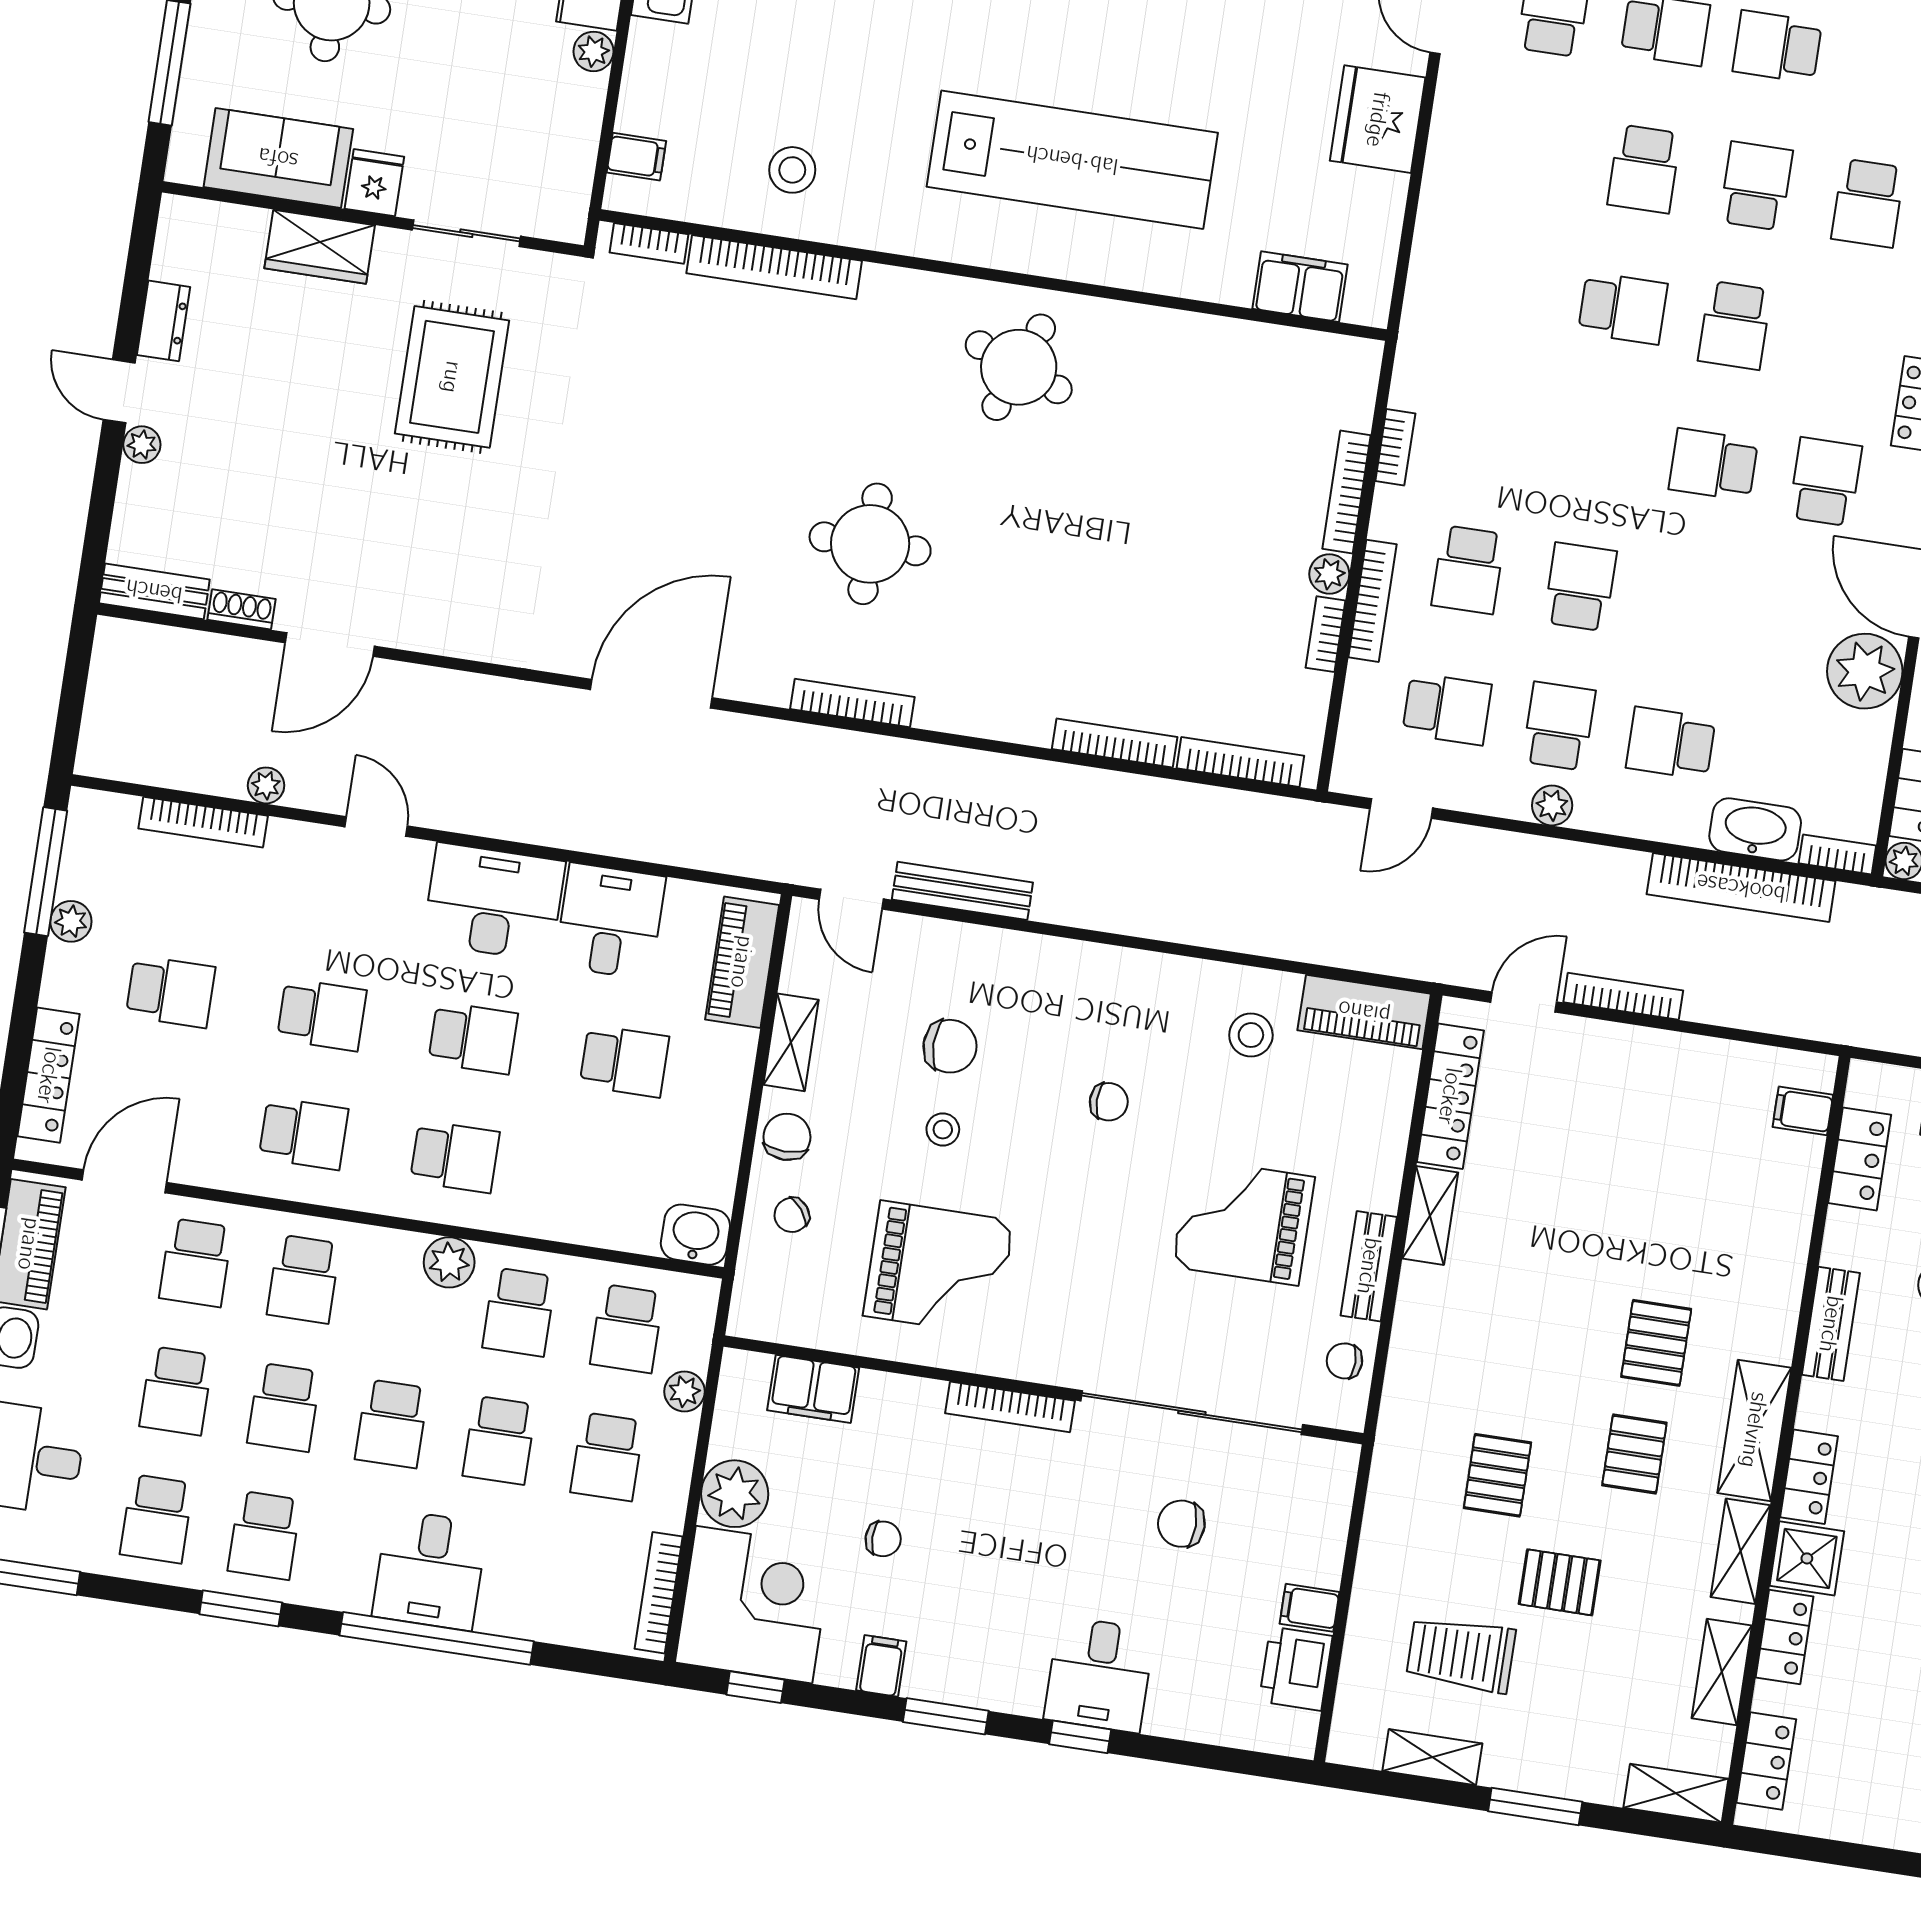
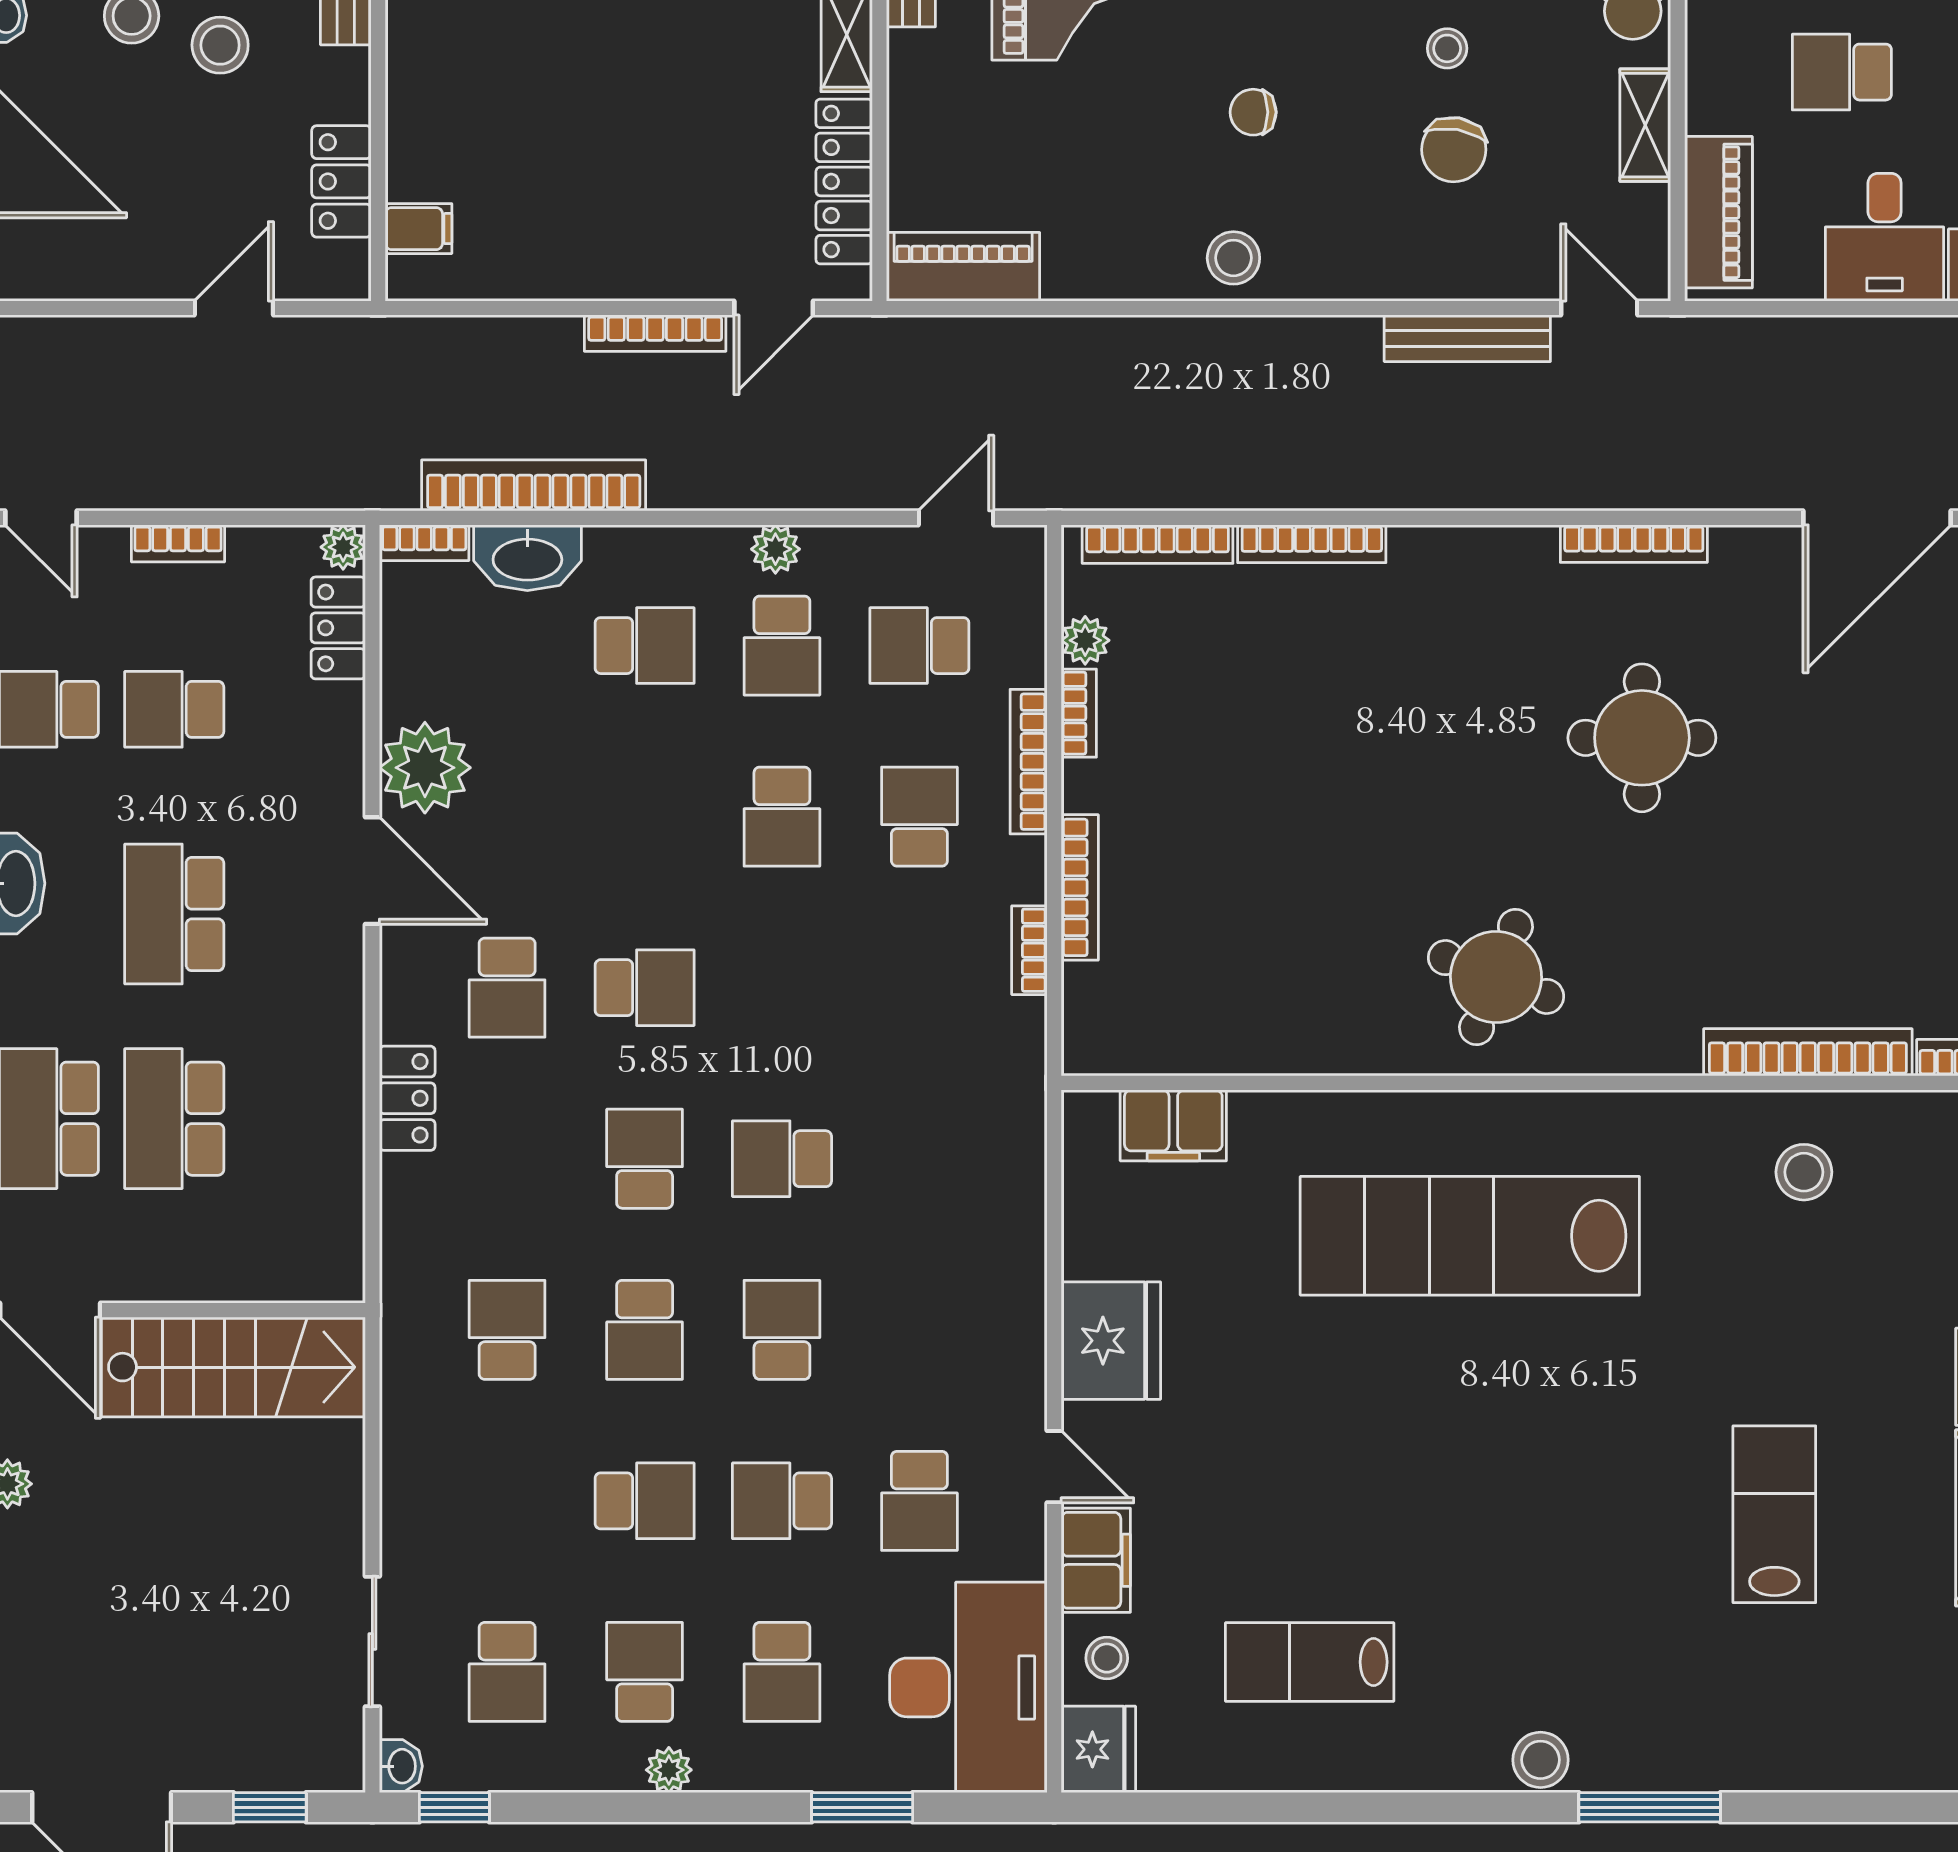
plant: (1329, 574) -> (1085, 640), moved
stool: (1251, 1035) -> (1233, 258), moved
chair: (950, 1046) -> (1454, 150), turned -80

